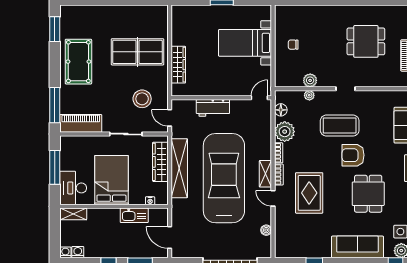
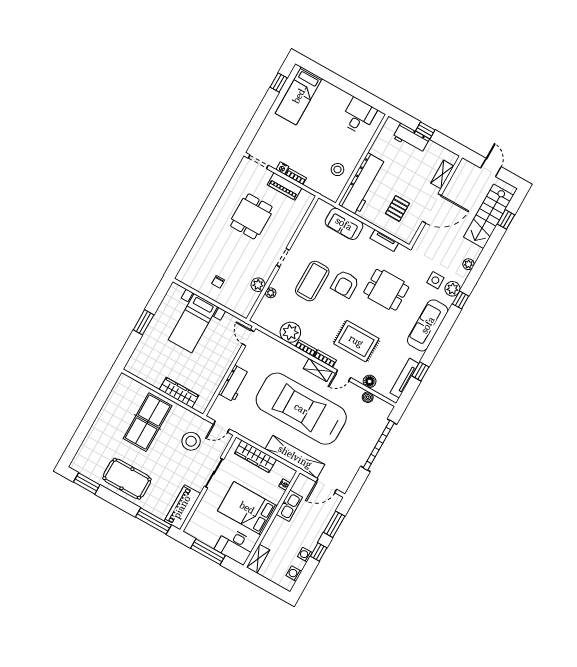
floor lamp: (281, 110) -> (370, 381), moved
shelving: (179, 168) -> (295, 457), moved
washing machine: (65, 252) -> (305, 555), moved
tv unit: (301, 252) -> (404, 378), added

